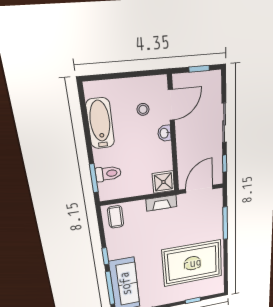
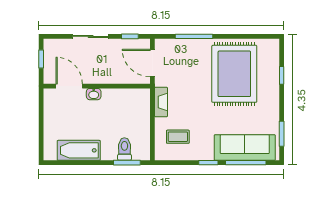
stool: (143, 109) -> (71, 112), removed
shower: (163, 182) -> (140, 98), removed
coffee table: (116, 217) -> (178, 137), moved

